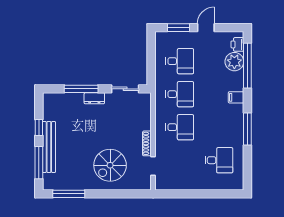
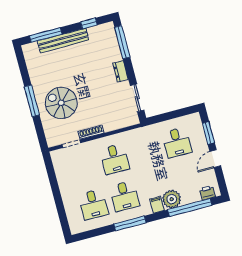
door: (206, 28) -> (215, 159), swing flipped
plant: (234, 62) -> (172, 199), moved
window: (81, 89) -> (122, 42), moved
desk: (180, 94) -> (124, 196), moved
window: (39, 127) -> (89, 23), moved
window: (69, 194) -> (32, 101), moved

